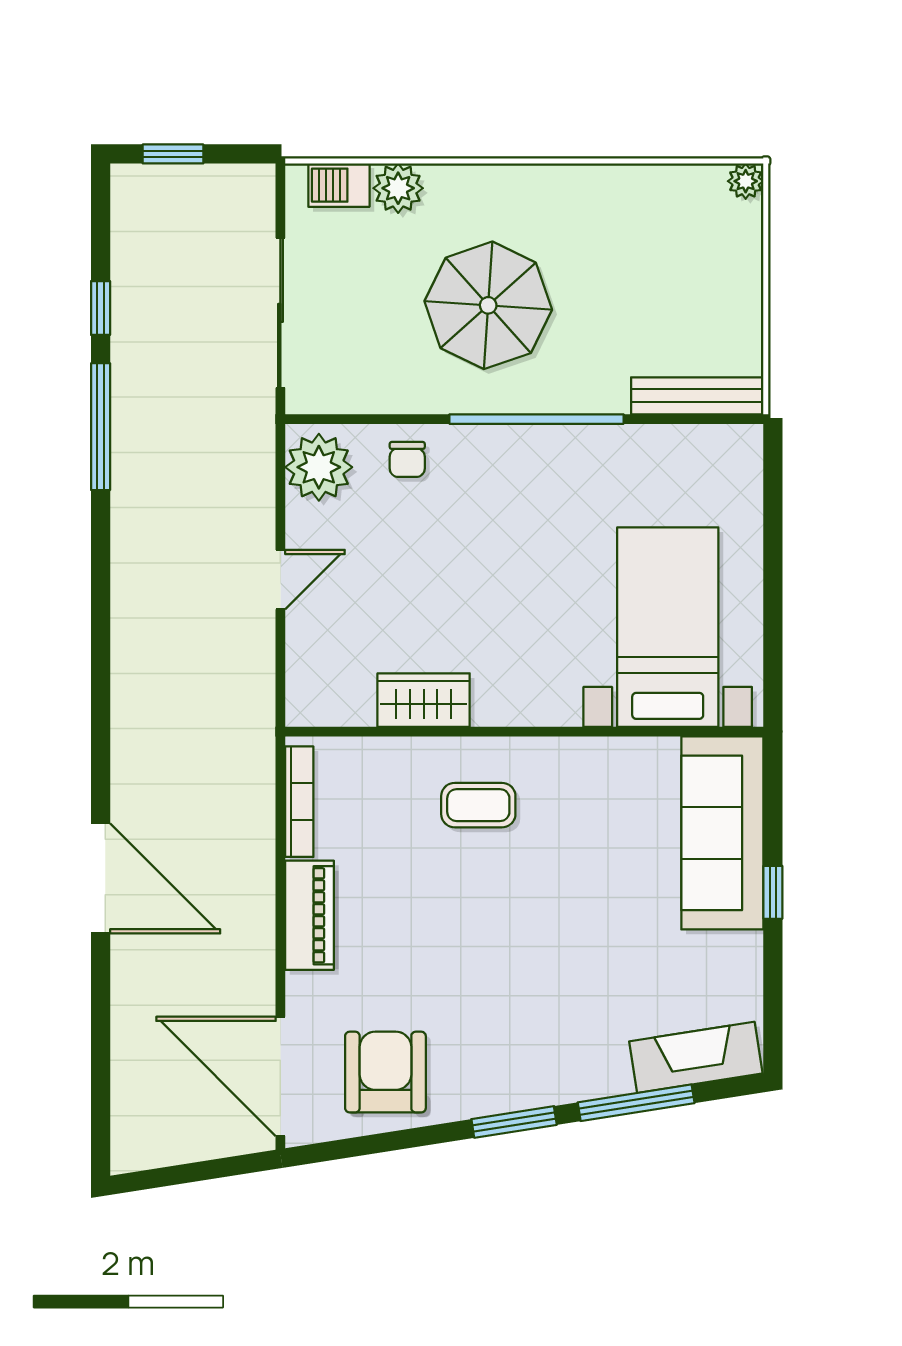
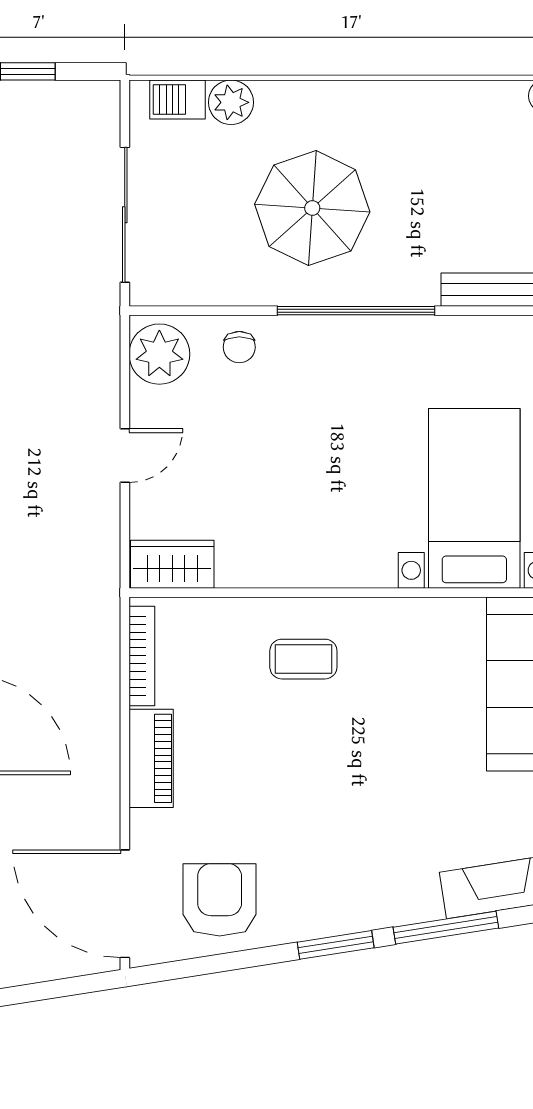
wardrobe: (424, 700) -> (172, 564), moved

